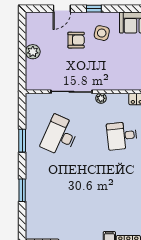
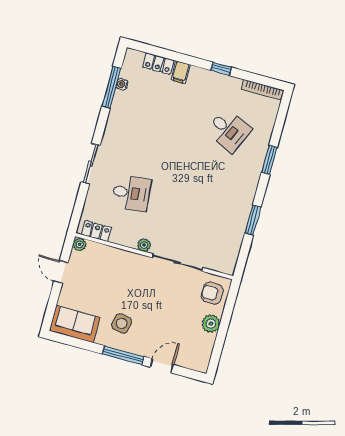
window: (94, 9) -> (123, 355), width x2.17
armchair: (76, 40) -> (212, 293), moved
desk: (60, 136) -> (229, 130), moved, width x0.73

